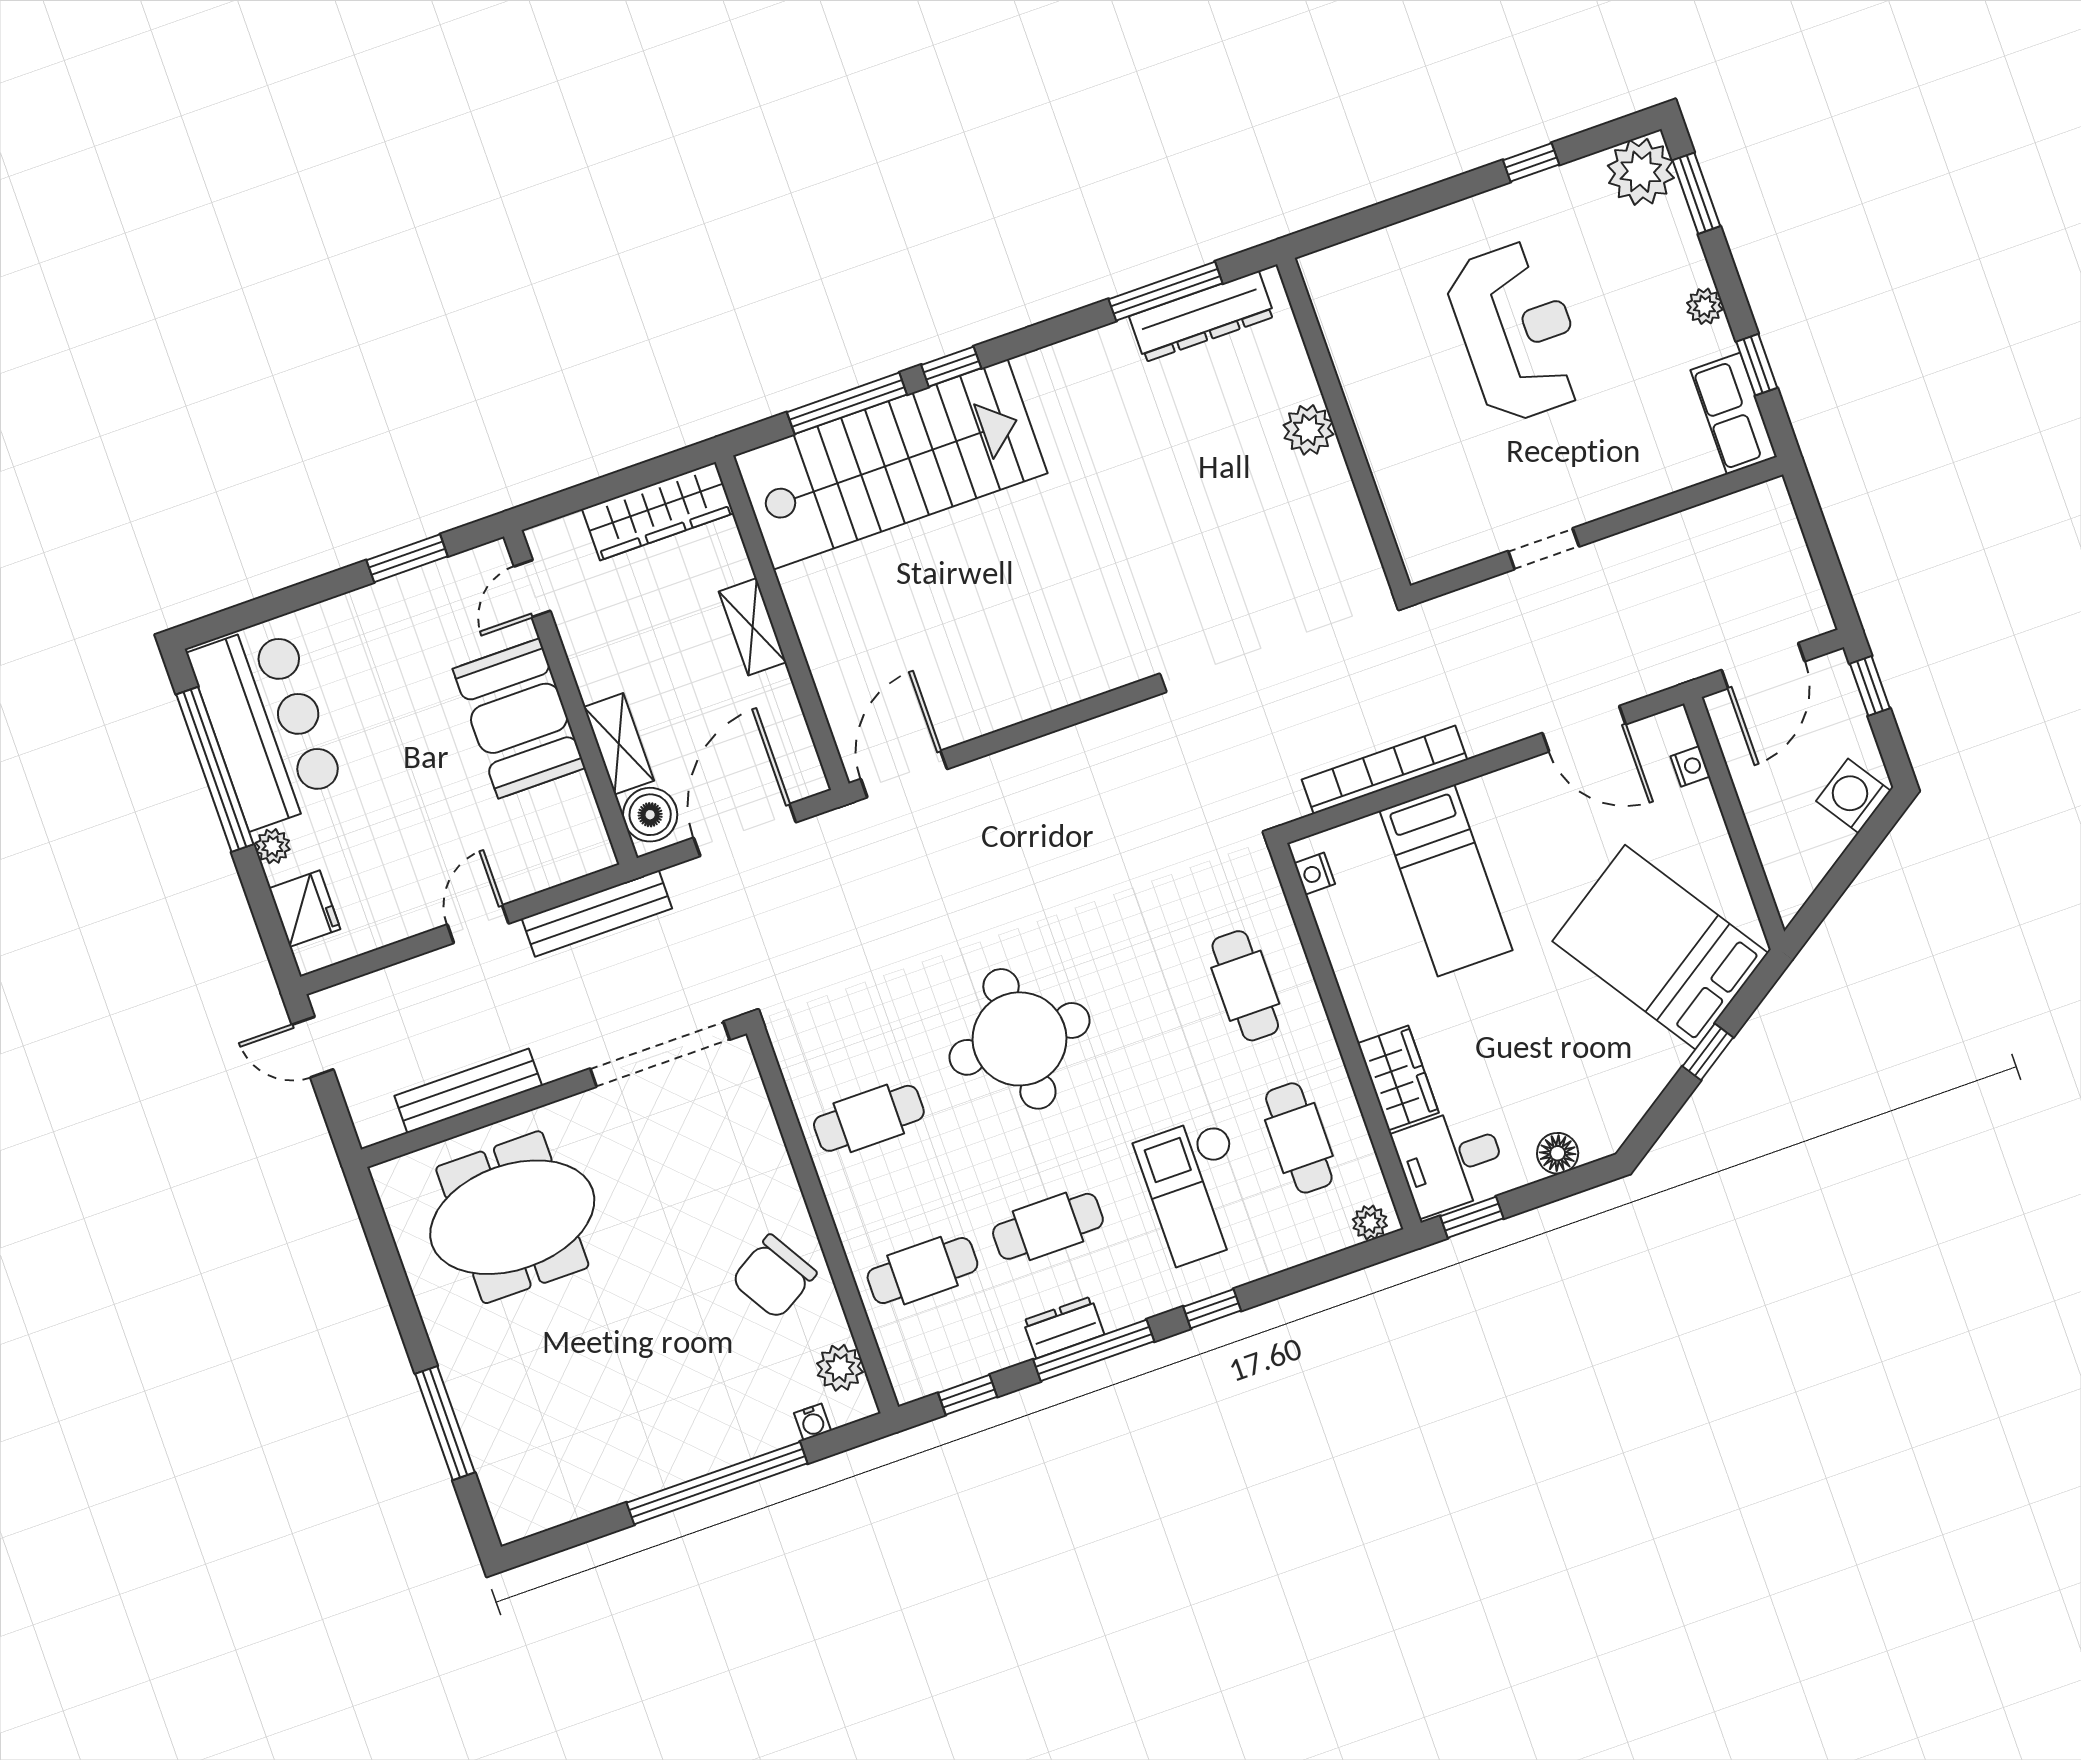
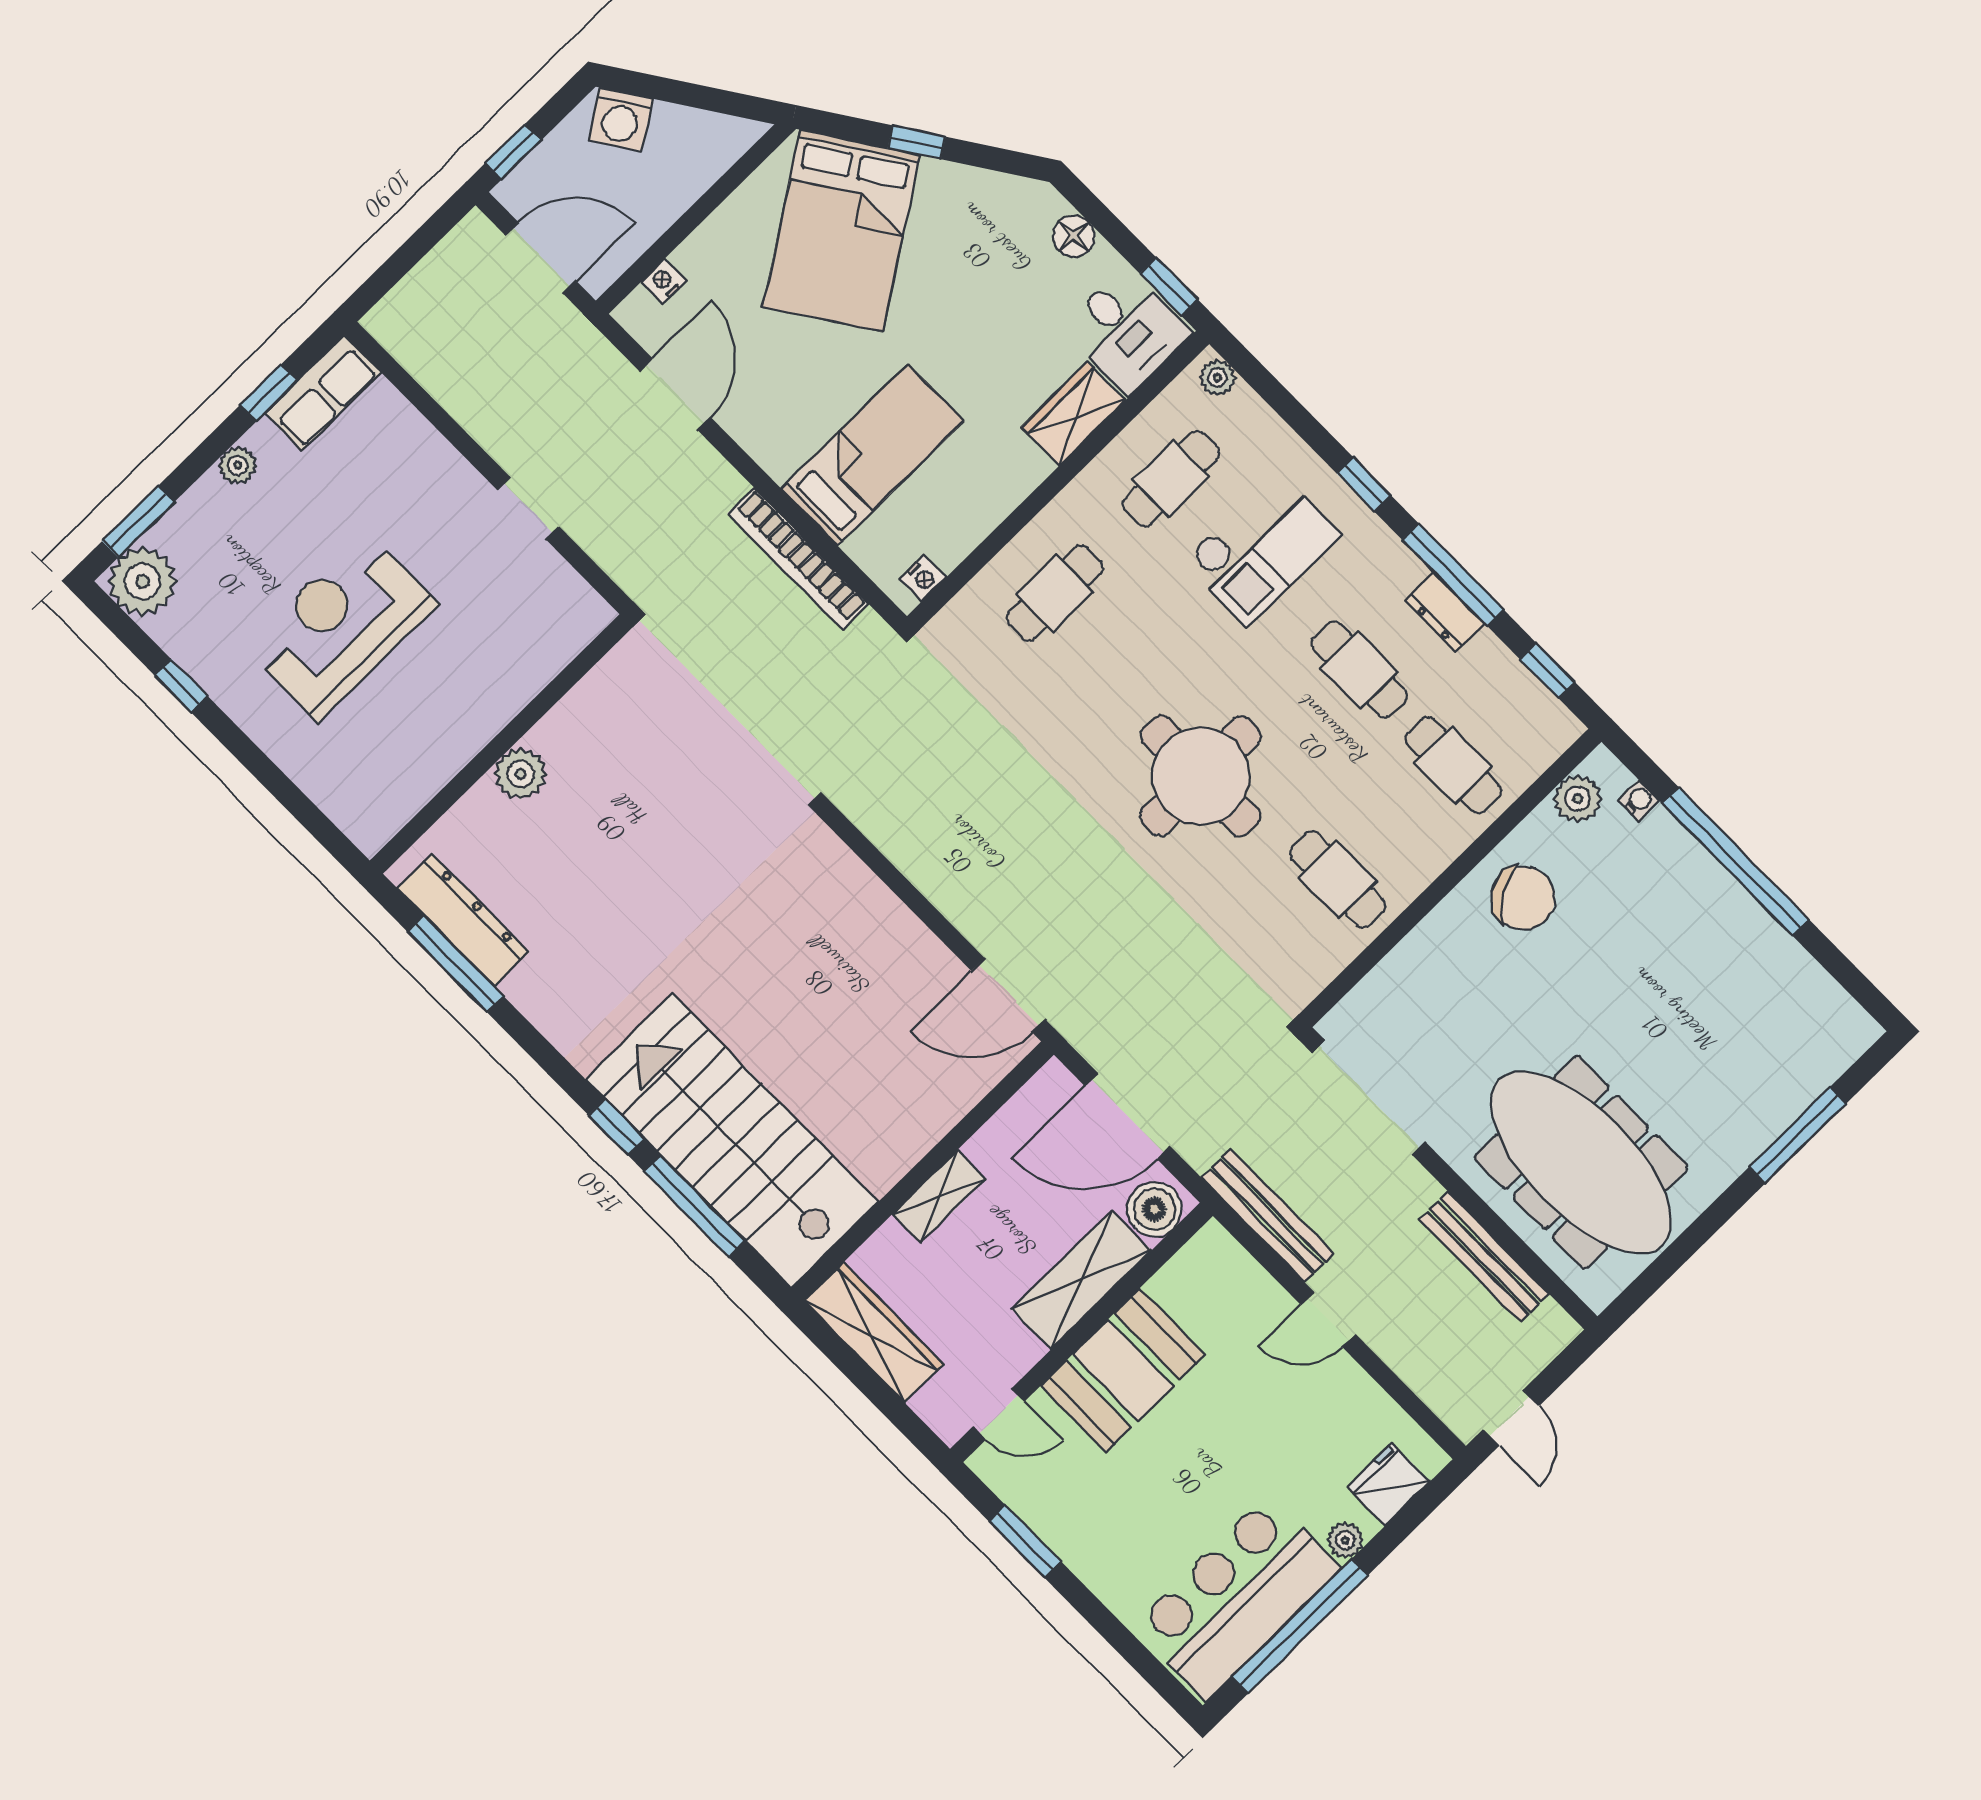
shelving: (619, 744) -> (1082, 1280), width x1.50, depth x1.33
meeting table: (512, 1217) -> (1581, 1162), width x1.36

